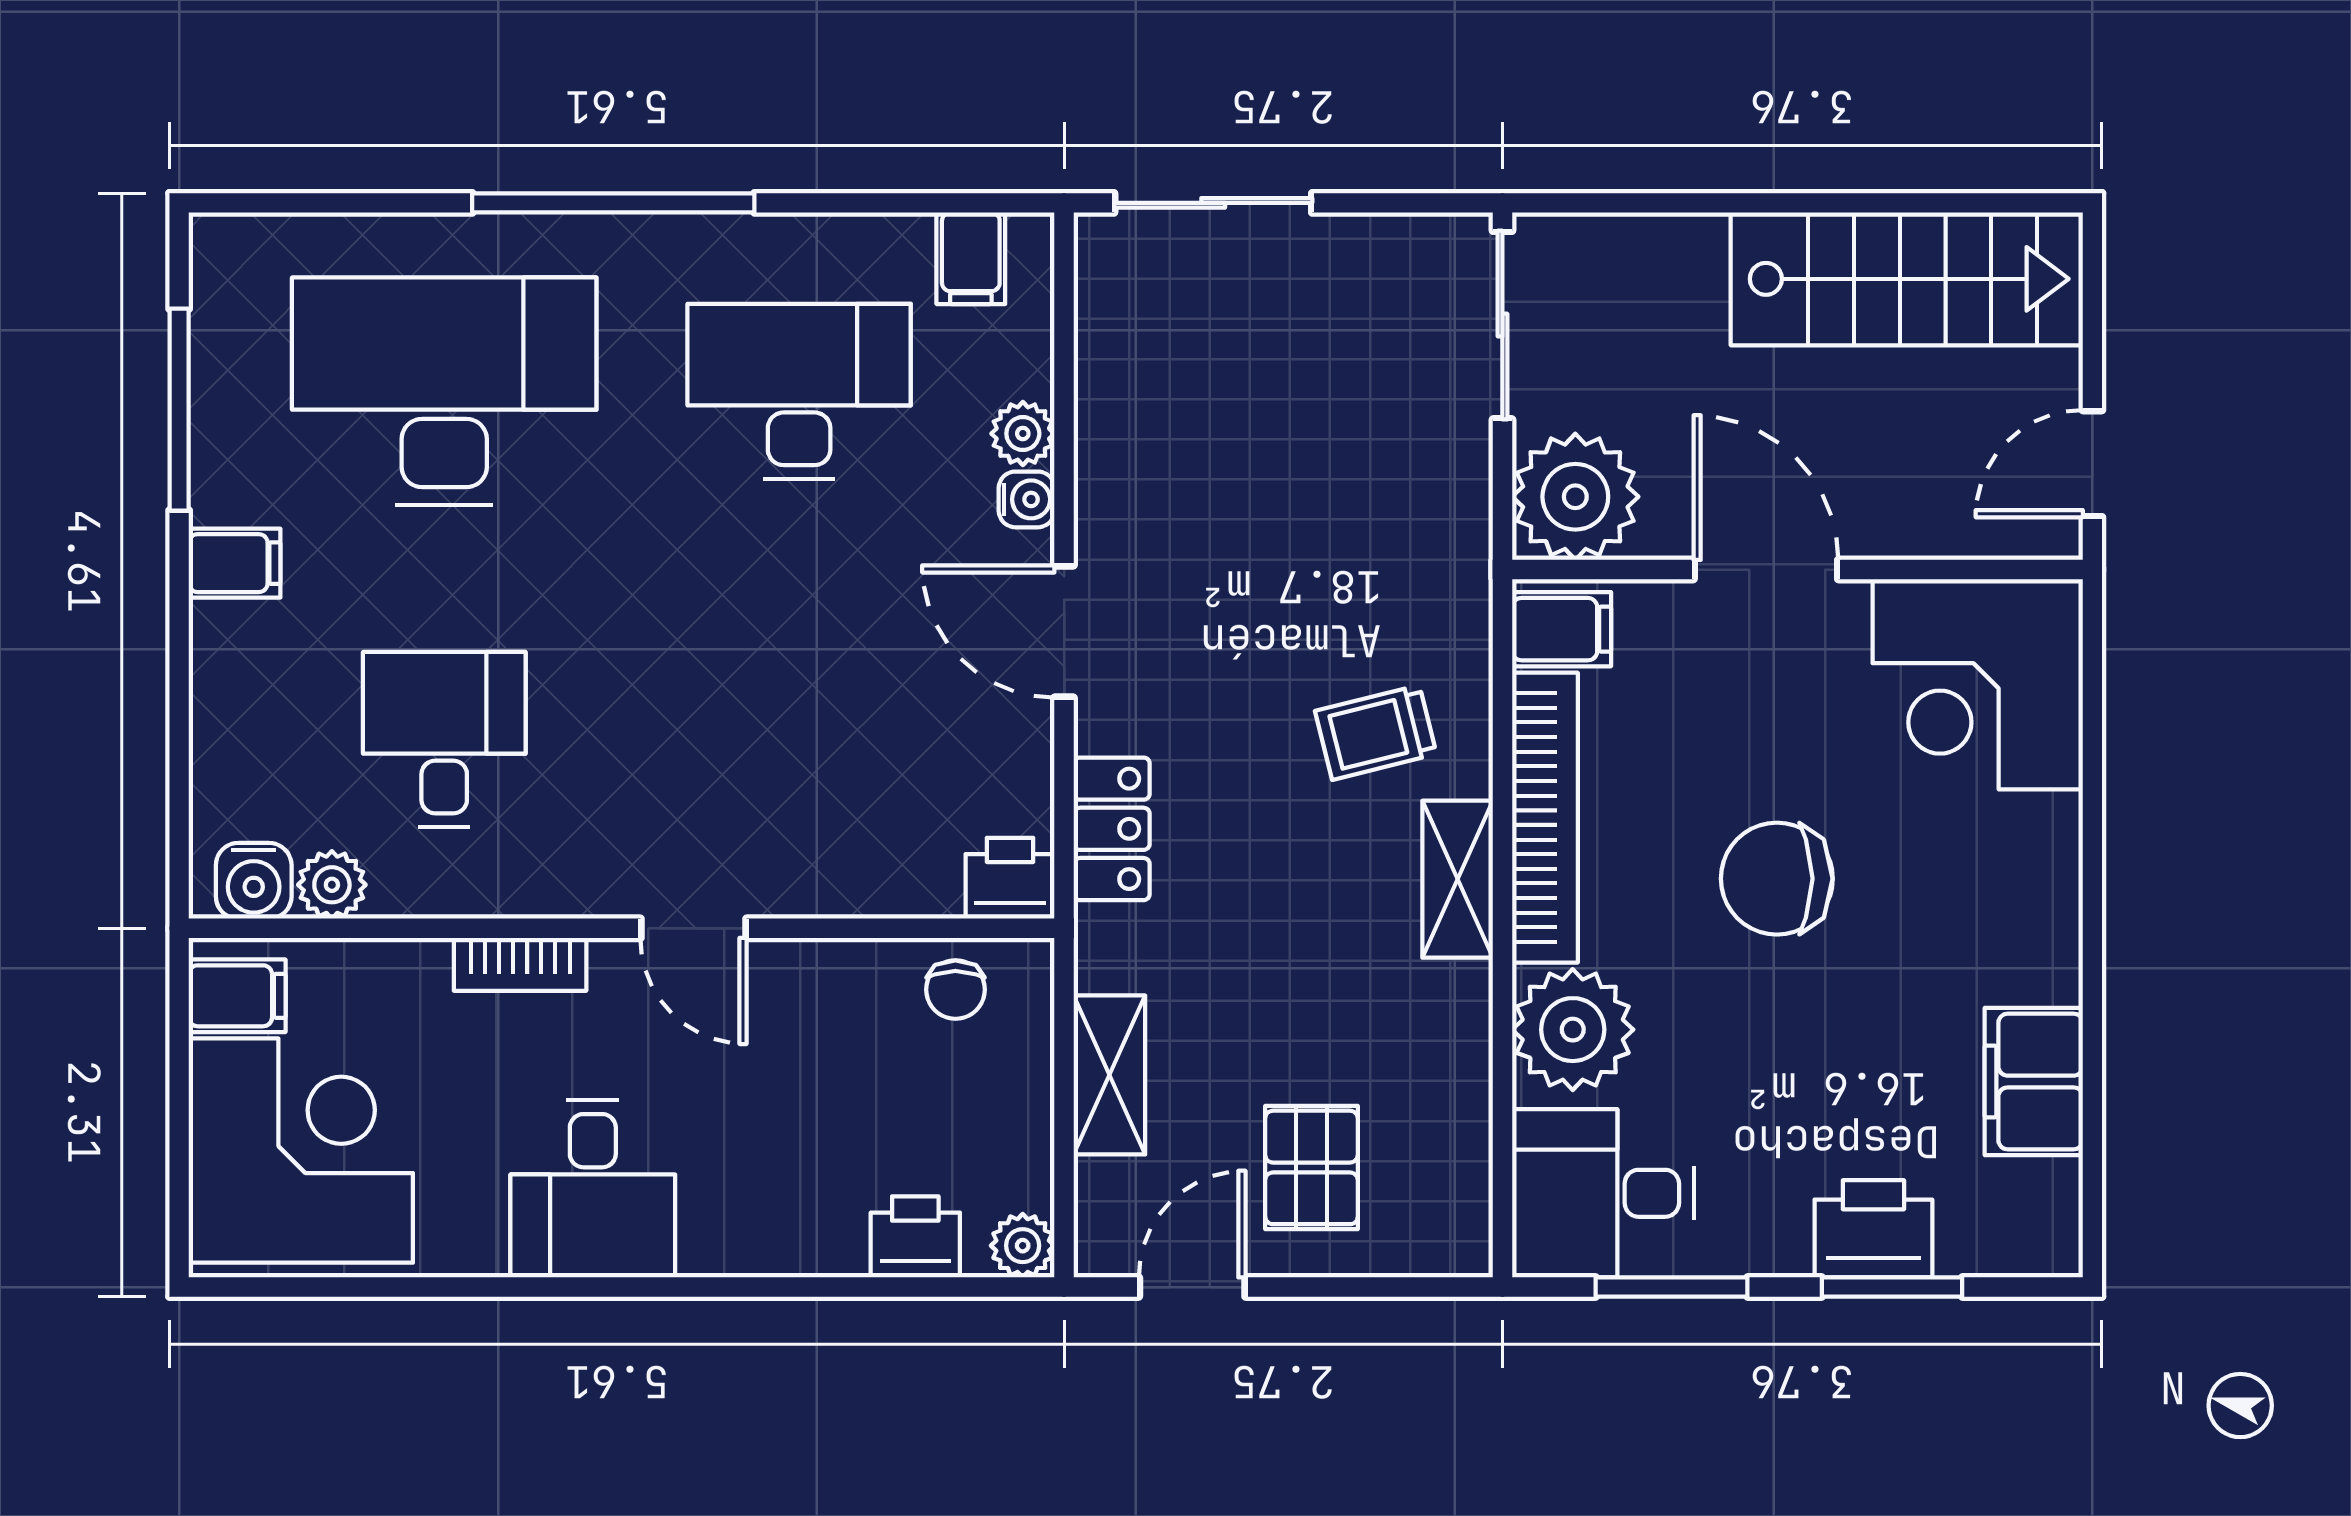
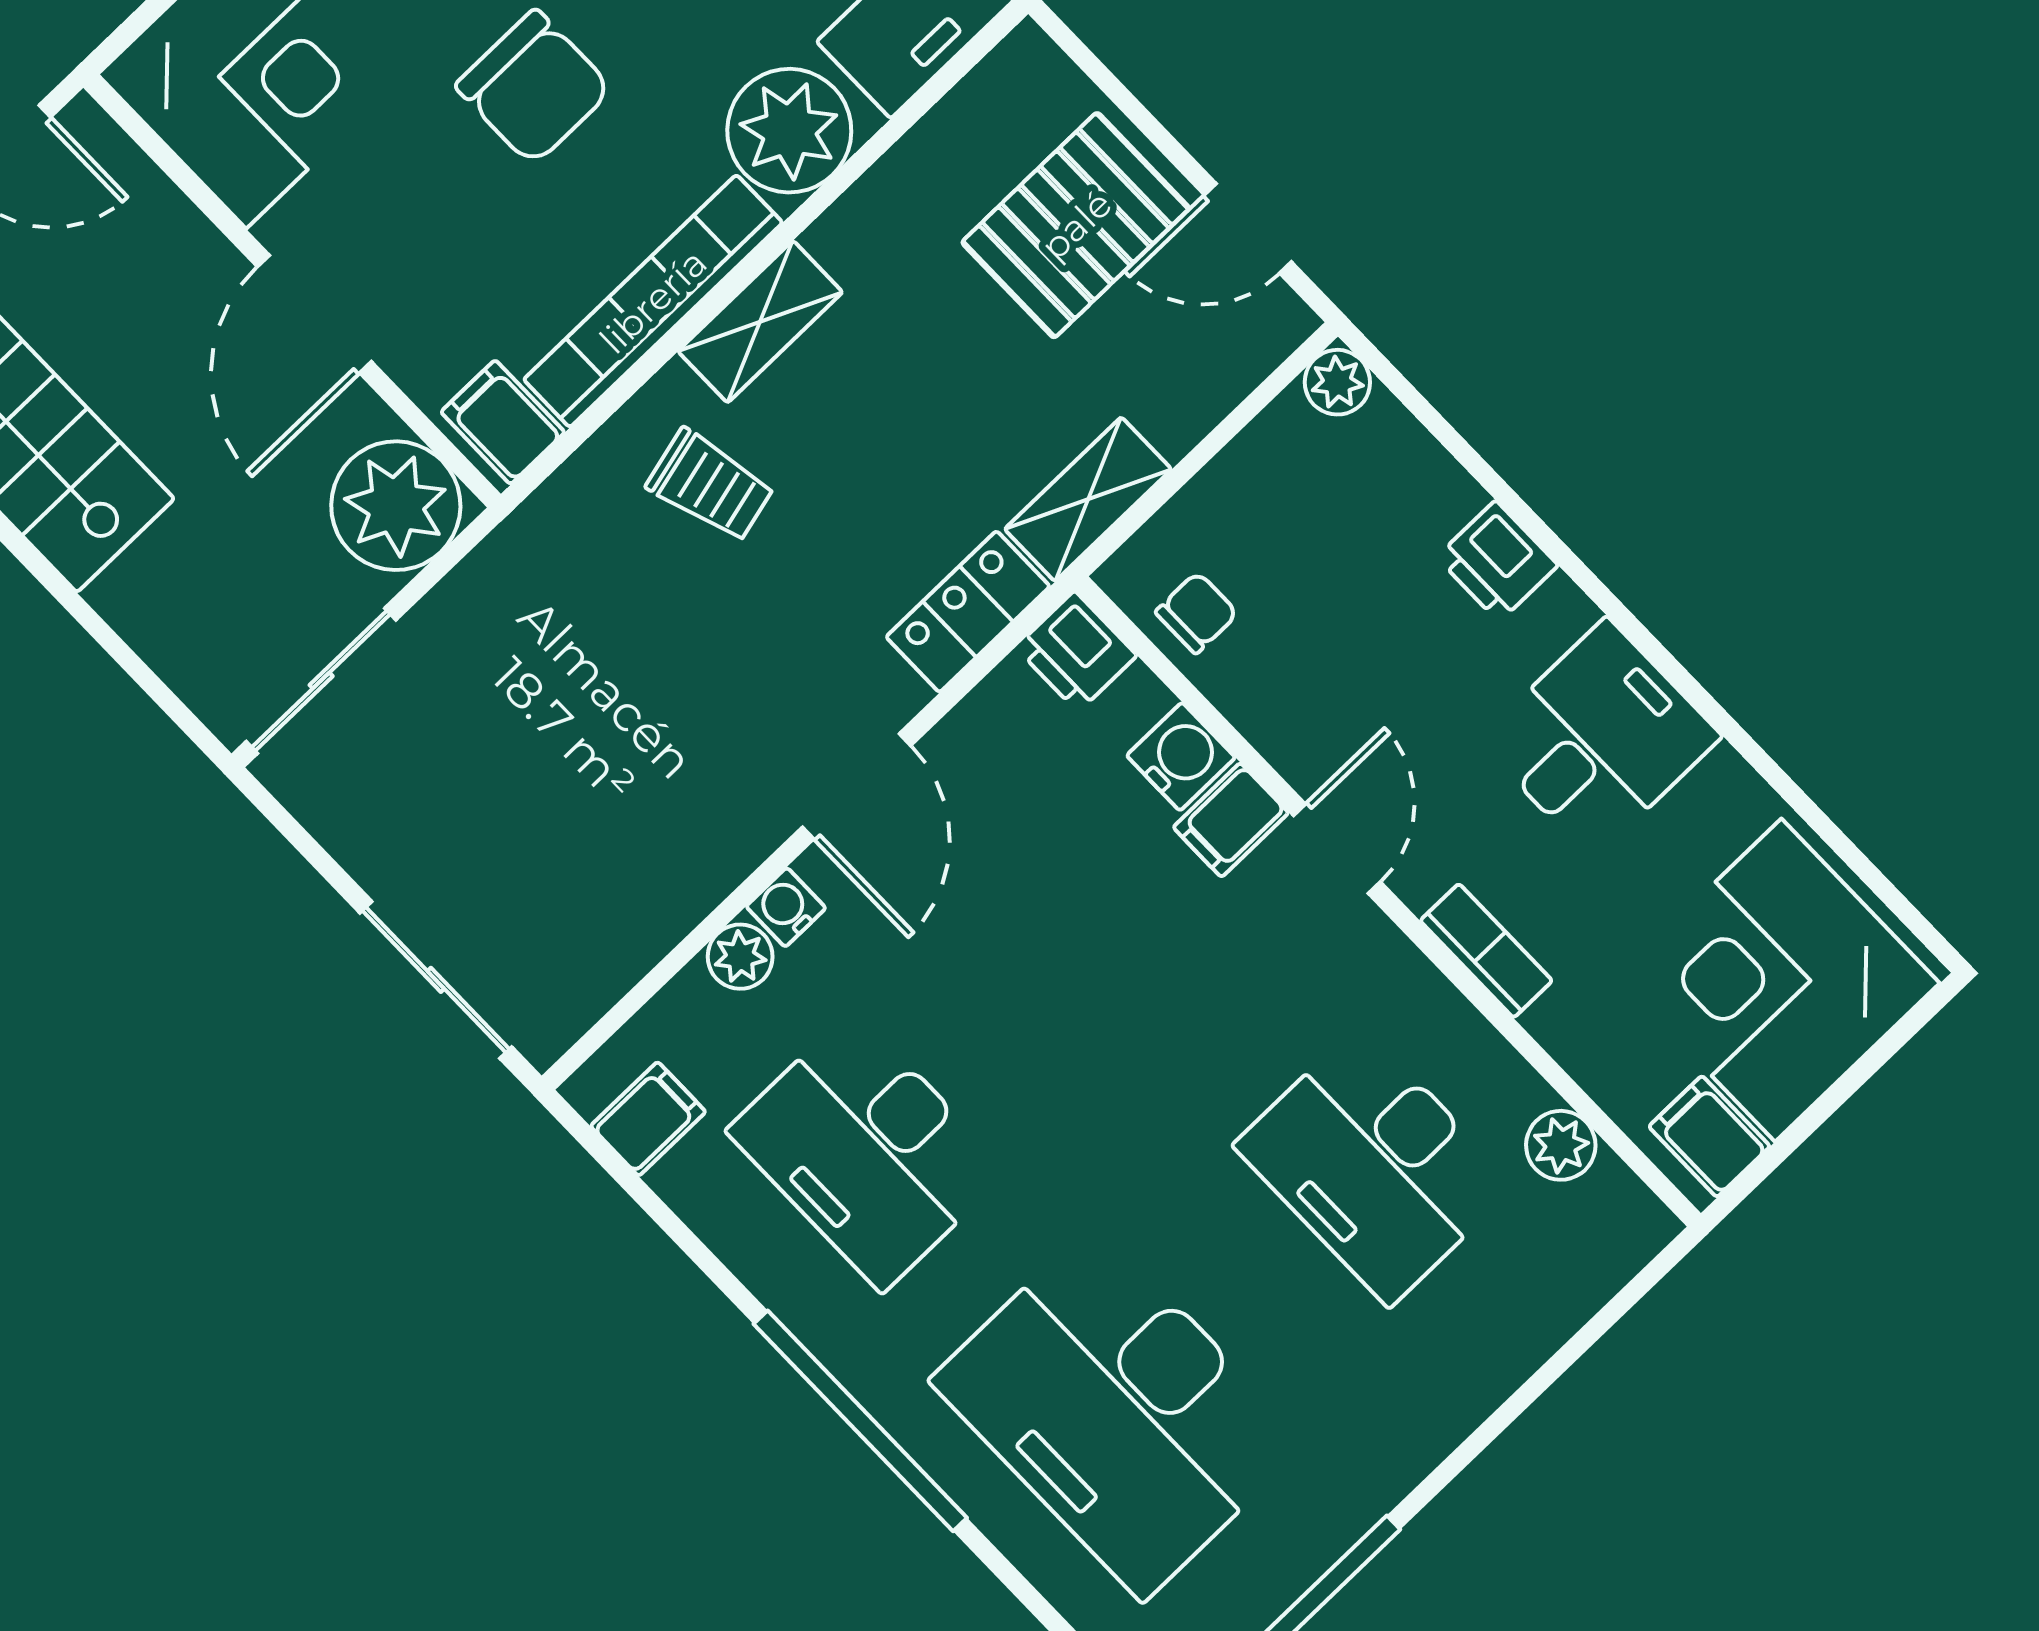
filing cabinet: (235, 563) -> (1231, 820), moved, turned -90
desk: (444, 740) -> (1375, 1165), width x1.37
water cooler: (254, 881) -> (1181, 757), moved
shelving: (1109, 1075) -> (1088, 499), moved
pallet: (1311, 1167) -> (1076, 225), width x1.50, depth x1.42
printer: (915, 1237) -> (1497, 561), moved

